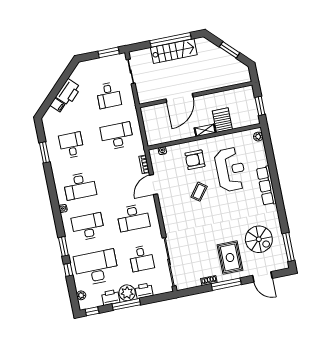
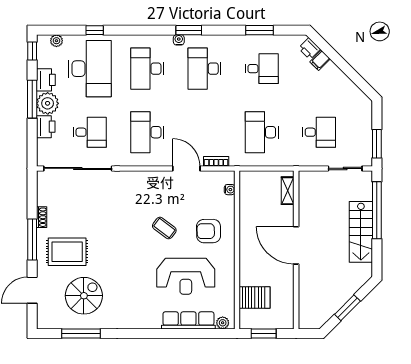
window: (171, 40) -> (377, 210), moved
printer: (68, 92) -> (309, 49), moved, width x0.53, depth x0.68
desk: (109, 95) -> (319, 132), turned 180
door: (180, 98) -> (296, 245), moved
server rack: (222, 120) -> (255, 298), moved
shelving: (205, 130) -> (288, 191), moved
desk: (117, 136) -> (262, 132), turned 180
armchair: (195, 160) -> (209, 231), turned -91
row of seats: (266, 186) -> (188, 320), moved
desk: (88, 227) -> (147, 69), turned 180
spiral stairs: (259, 239) -> (84, 296), turned 180
window: (63, 246) -> (189, 30), moved
window: (288, 247) -> (81, 333), moved
desk: (142, 258) -> (90, 132), turned 180

